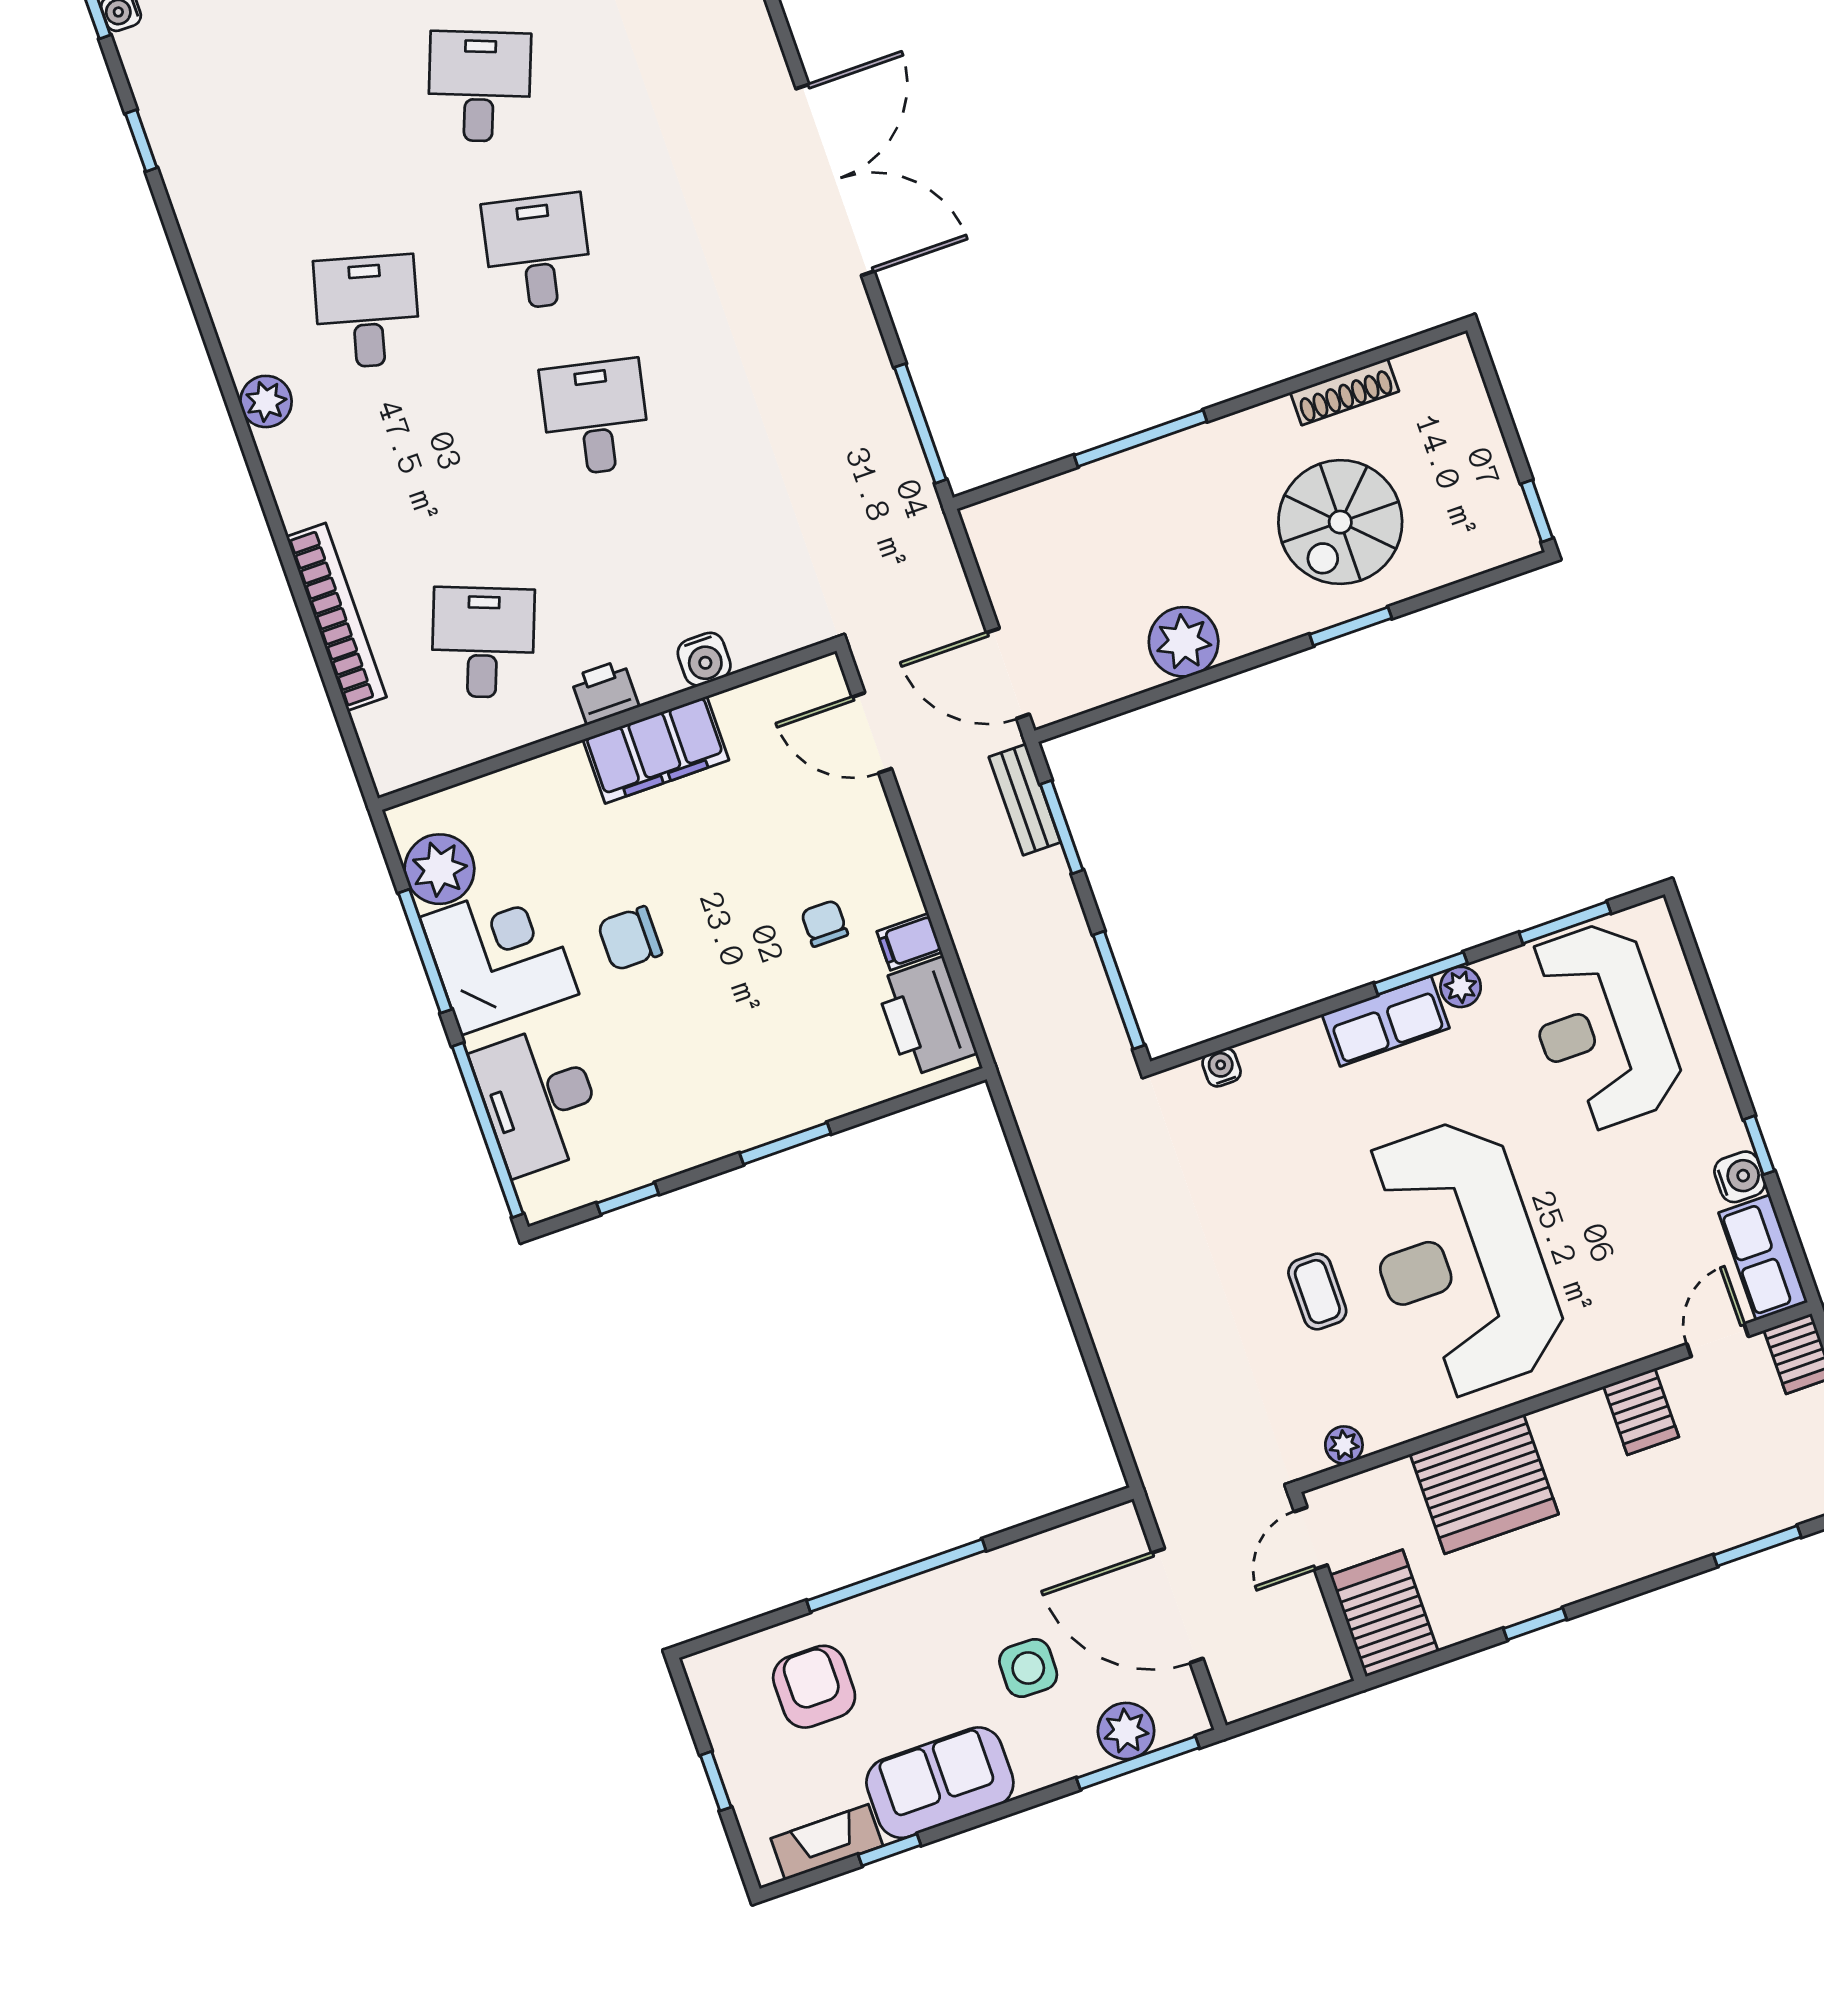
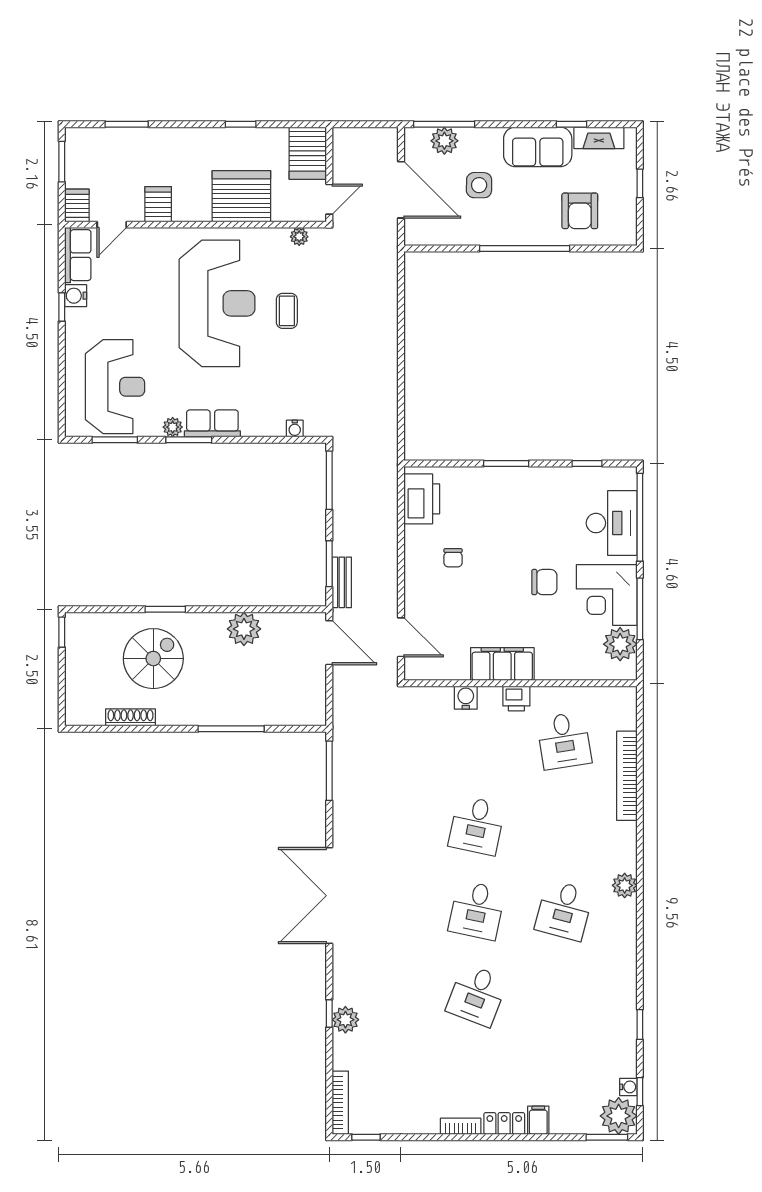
desk: (483, 643) -> (564, 741), turned -30
filing cabinet: (909, 942) -> (417, 536), removed

